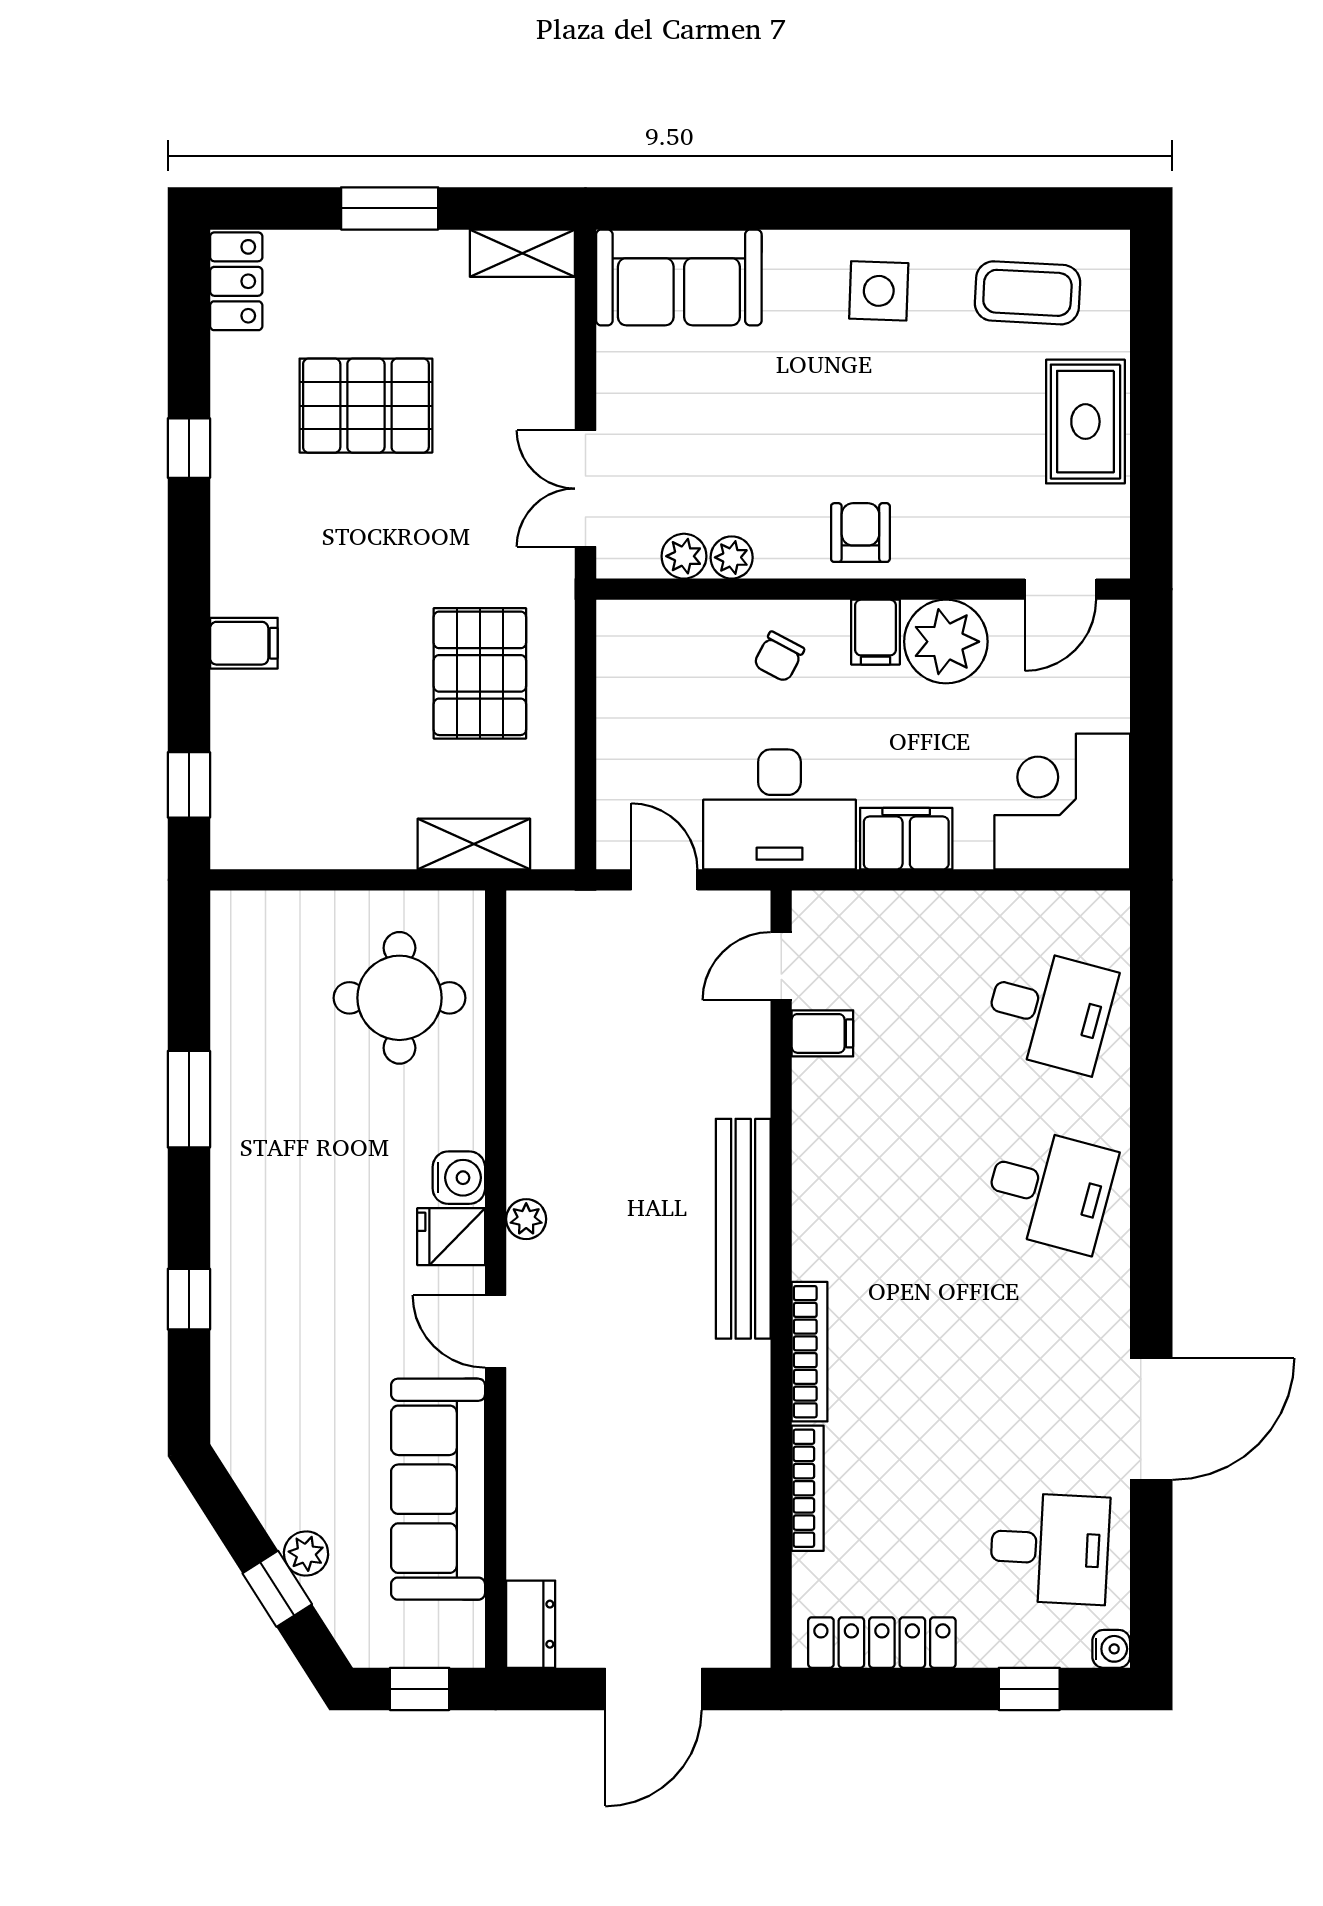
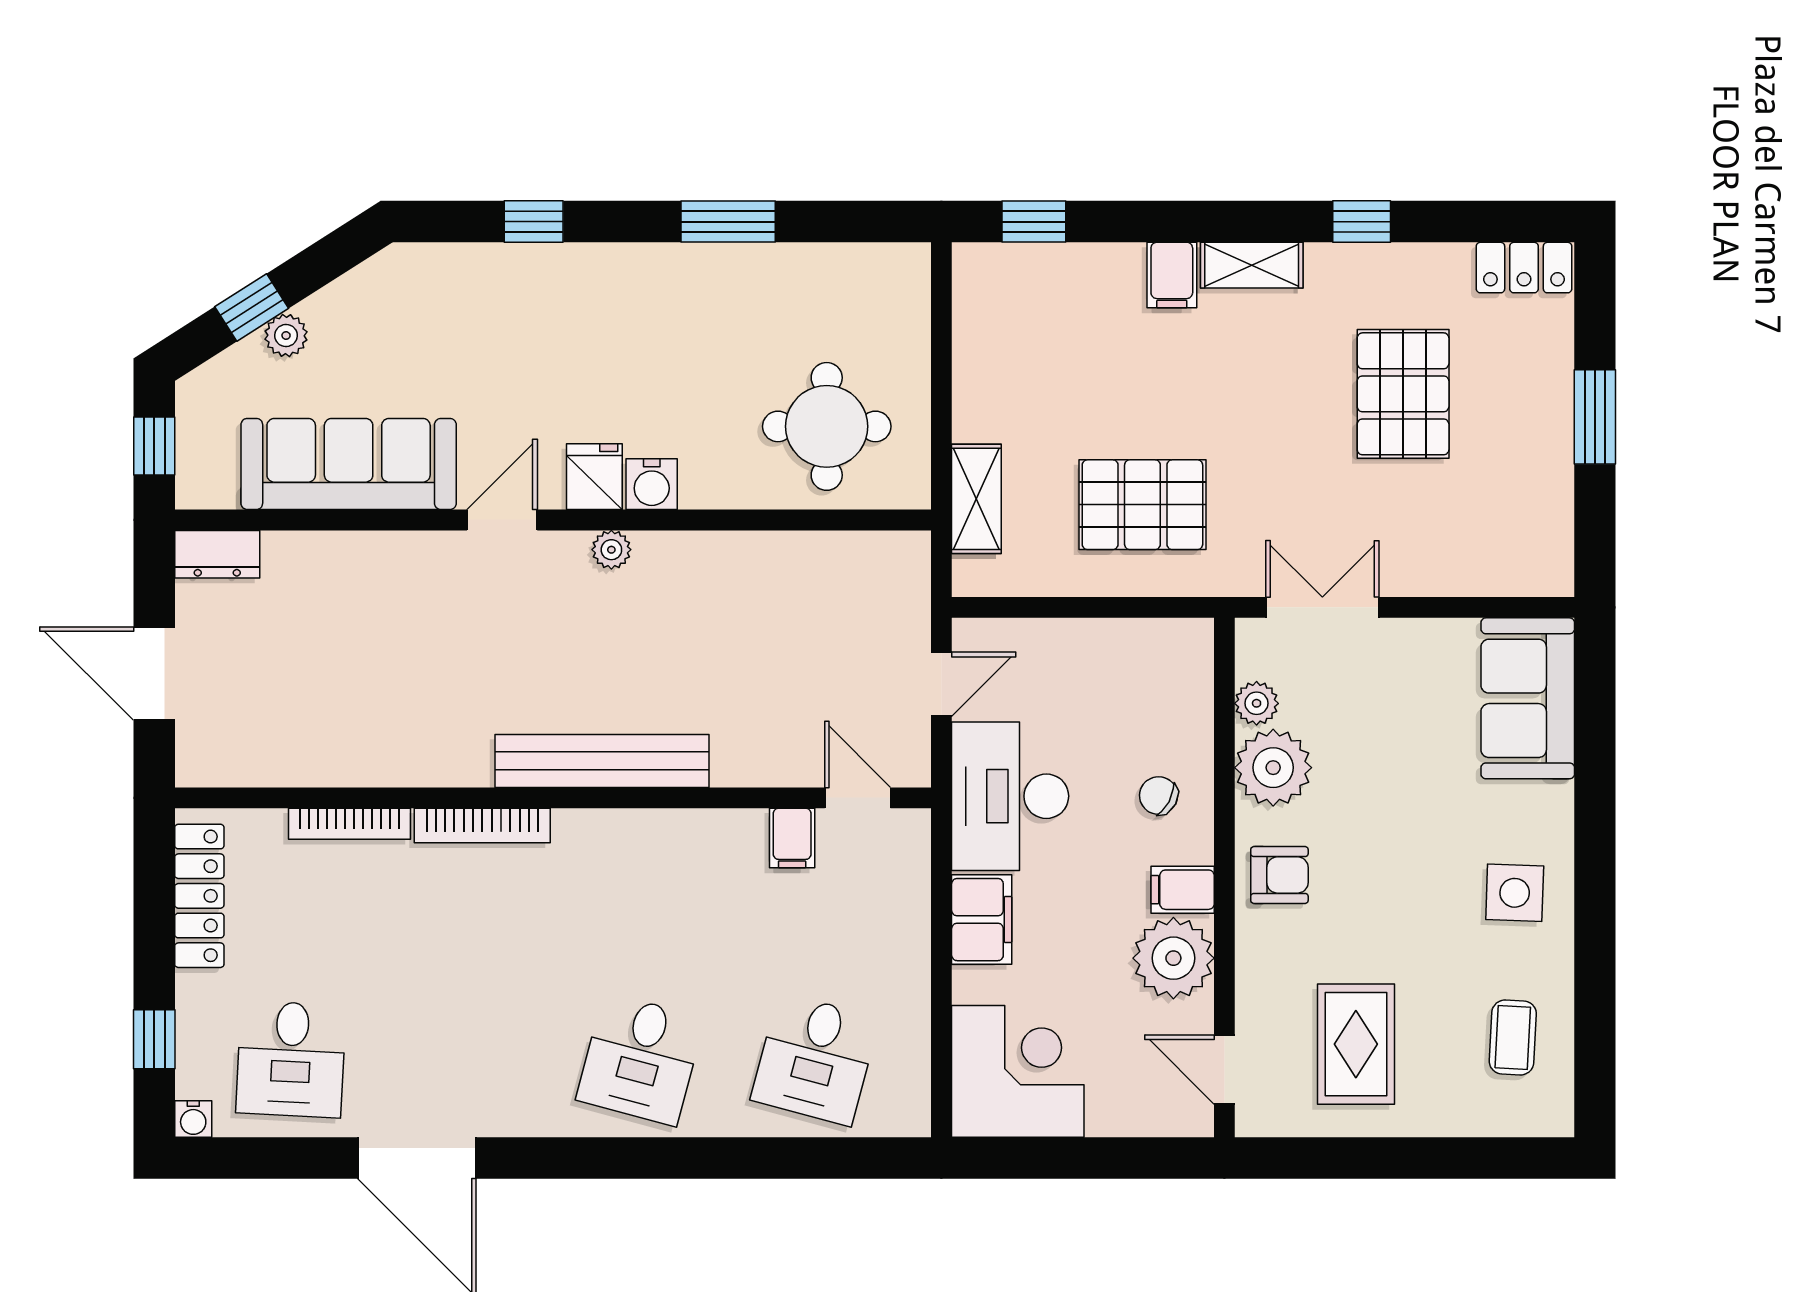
shelving: (522, 253) -> (1252, 265), moved, turned 90
coffee table: (1027, 293) -> (1513, 1038), width x0.73, depth x0.77
rug: (1085, 422) -> (1356, 1044), moved, turned 90
plant: (732, 557) -> (1273, 768), width x1.88, depth x1.88

